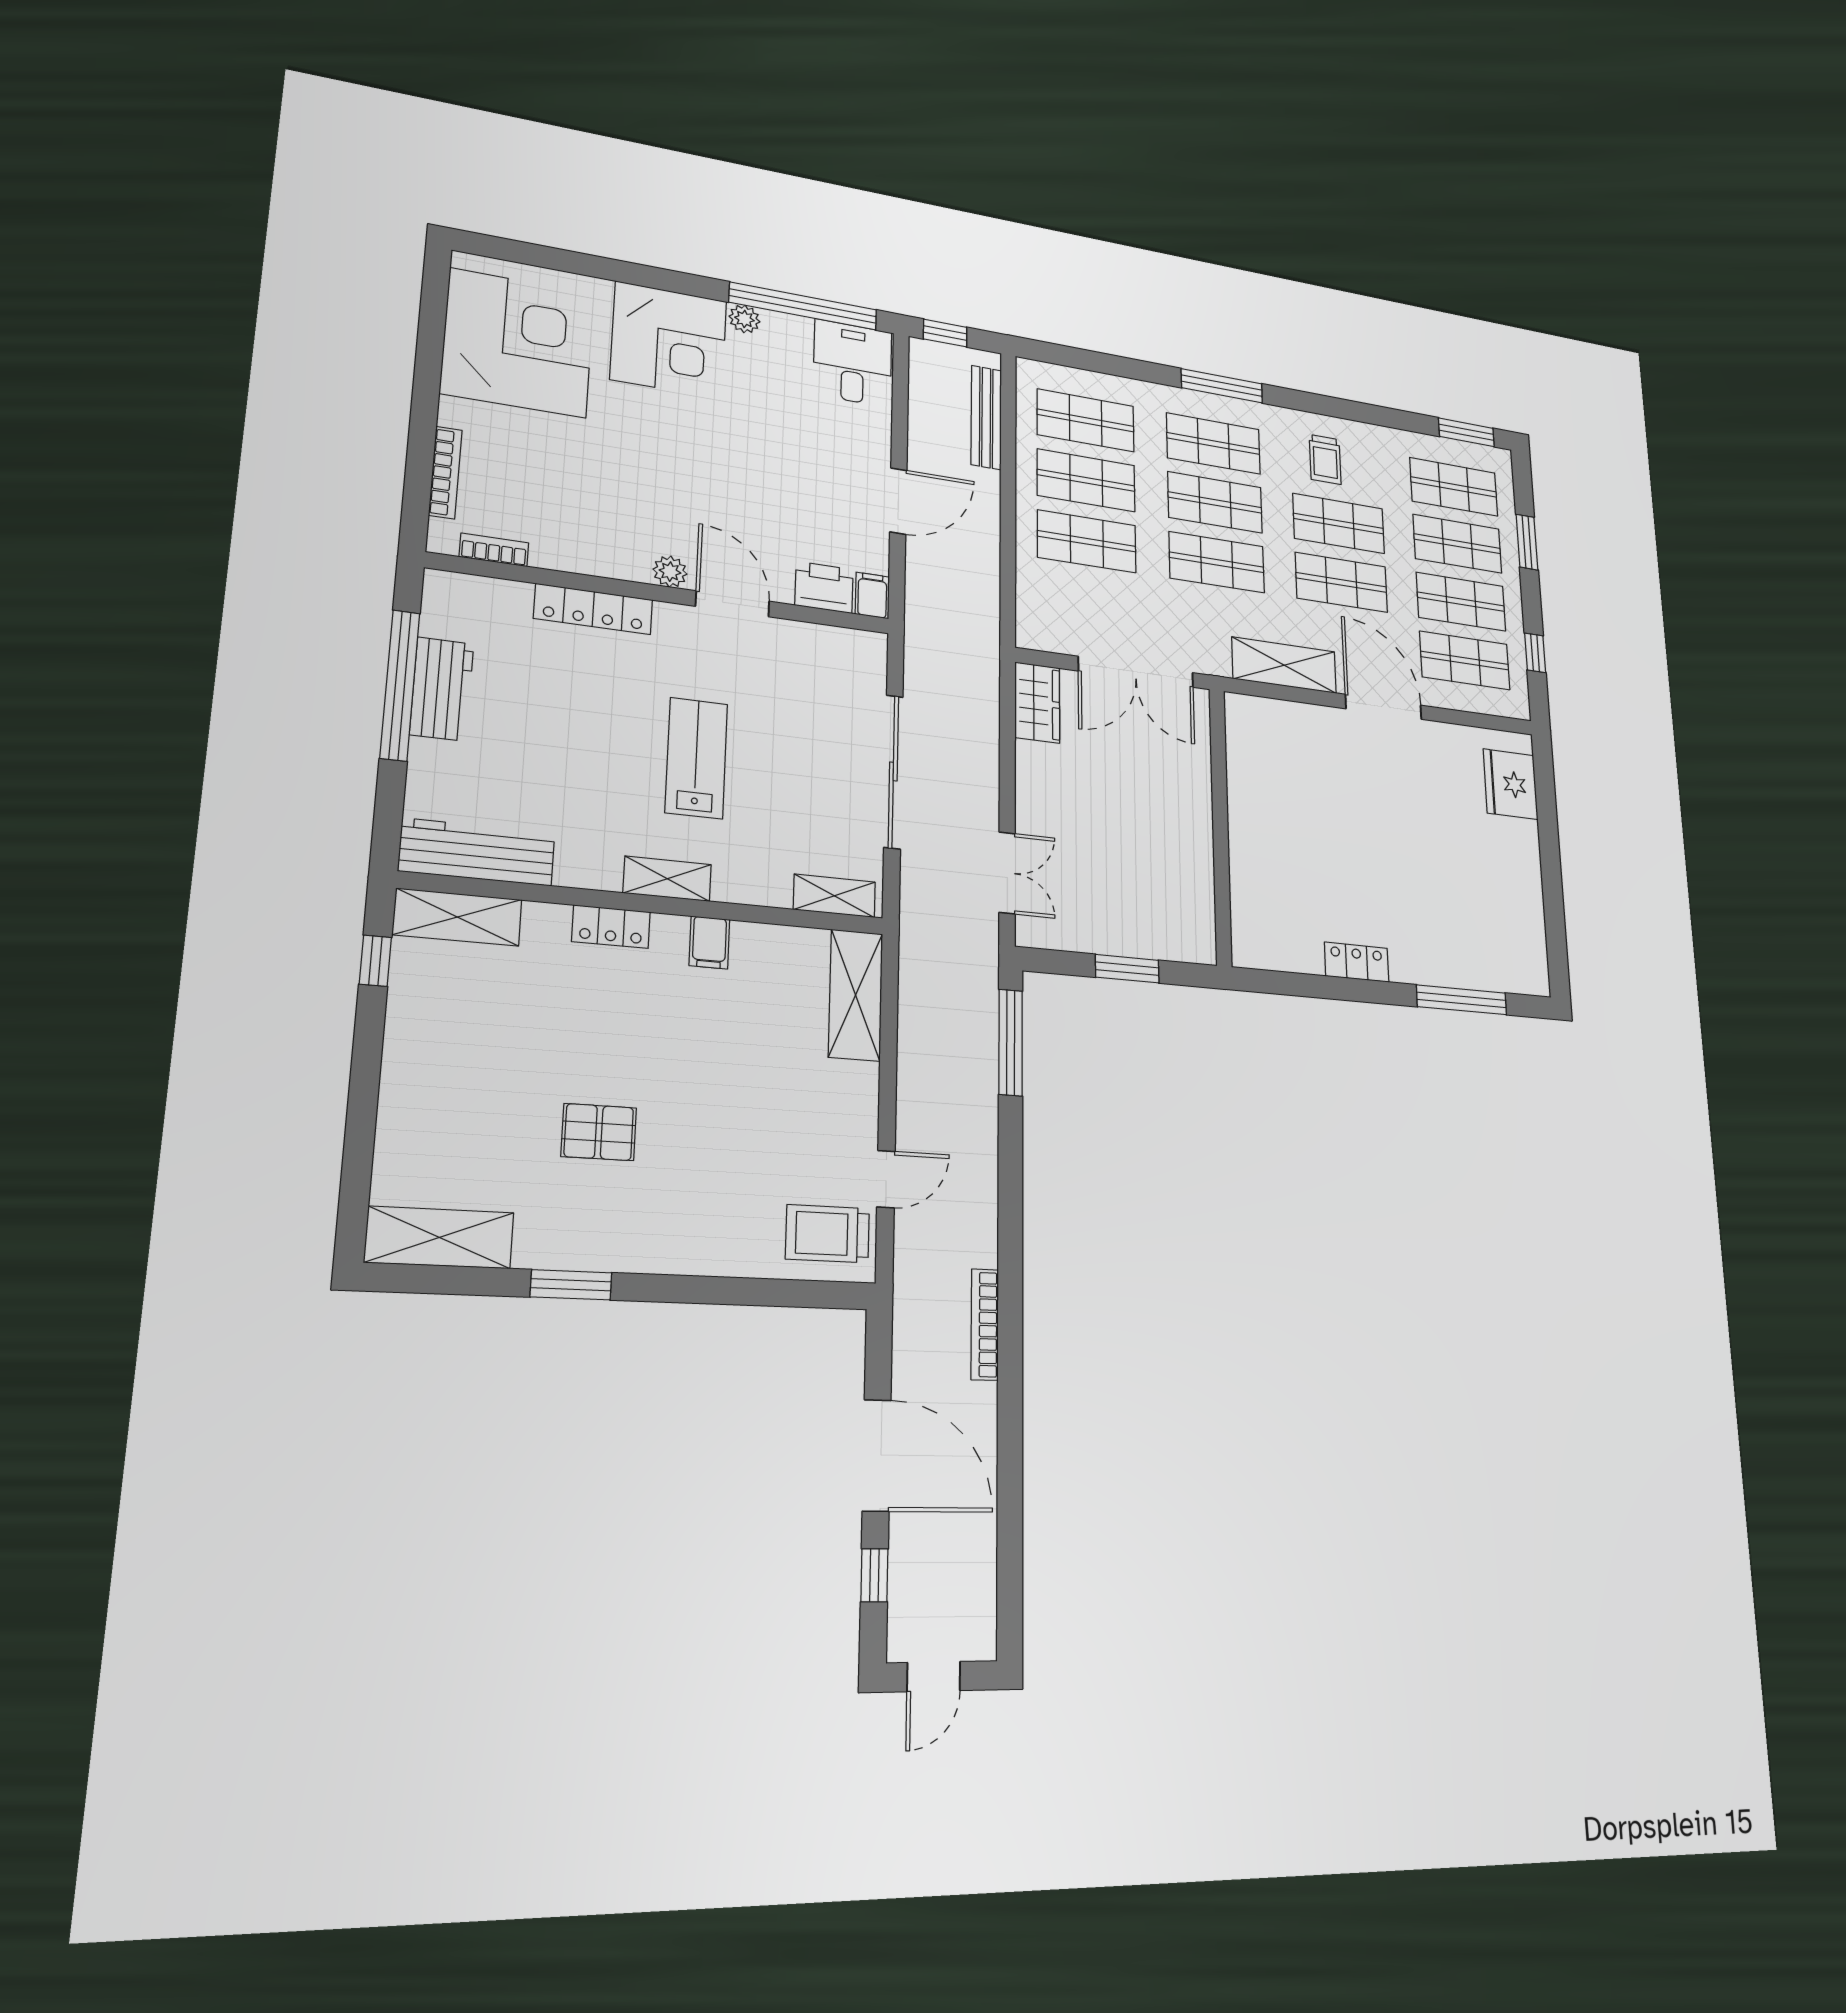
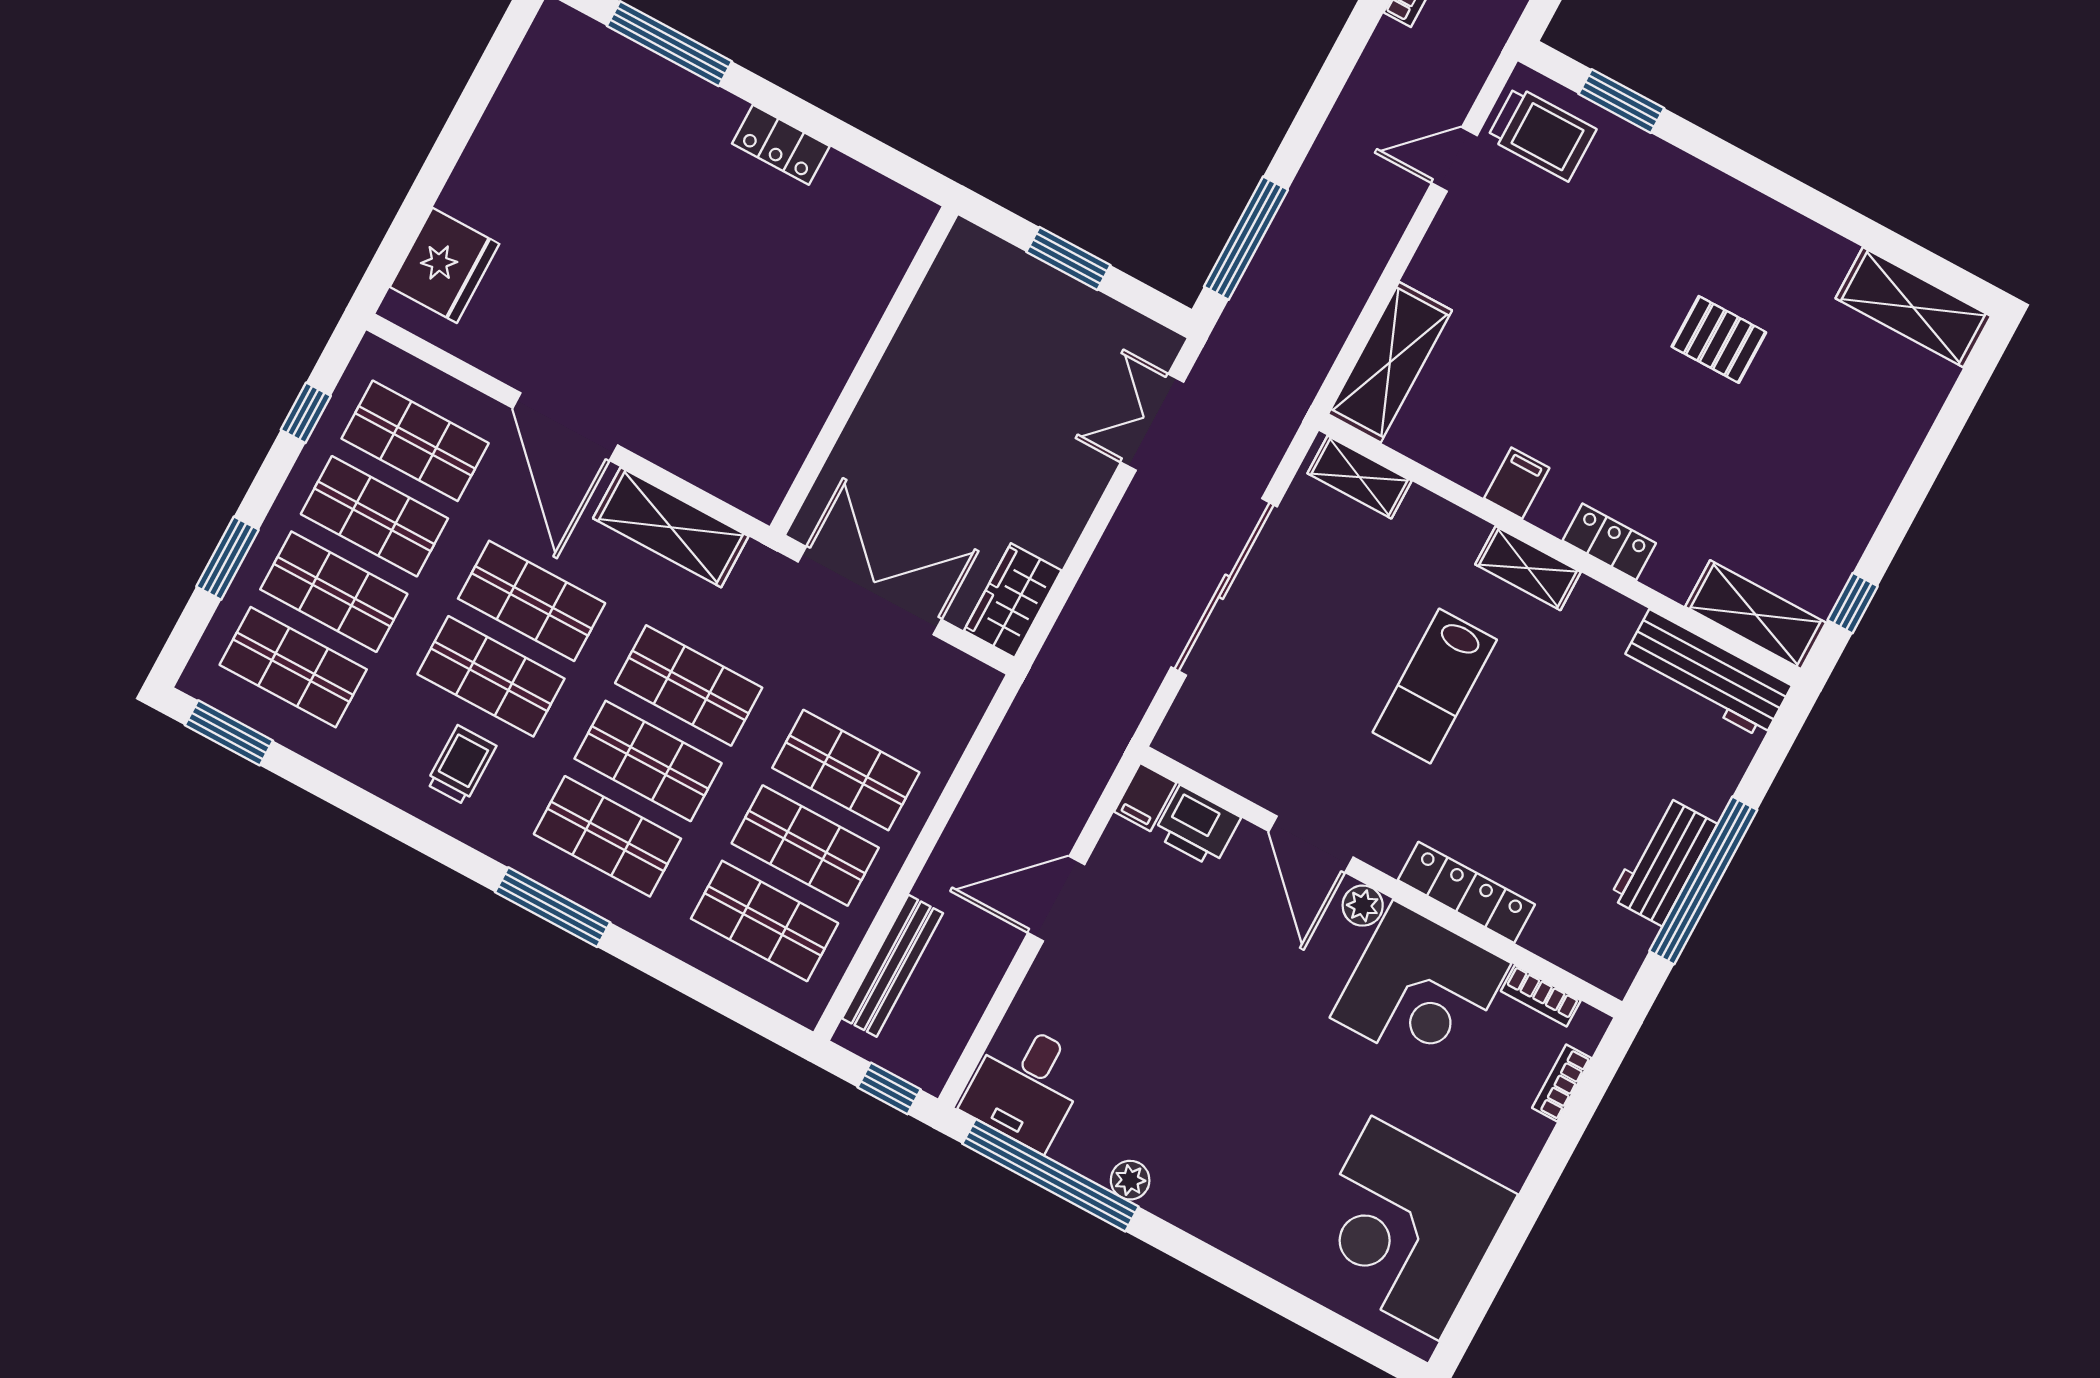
corner desk: (669, 340) -> (1420, 990), moved, turned 180
bookcase: (445, 473) -> (1562, 1083), width x0.64
window: (571, 1285) -> (1621, 101), moved

